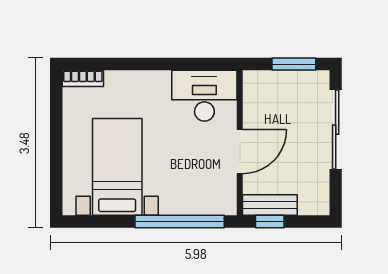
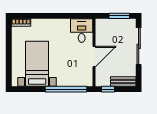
desk: (204, 96) -> (82, 31), width x0.73
bench: (270, 205) -> (123, 81), moved

